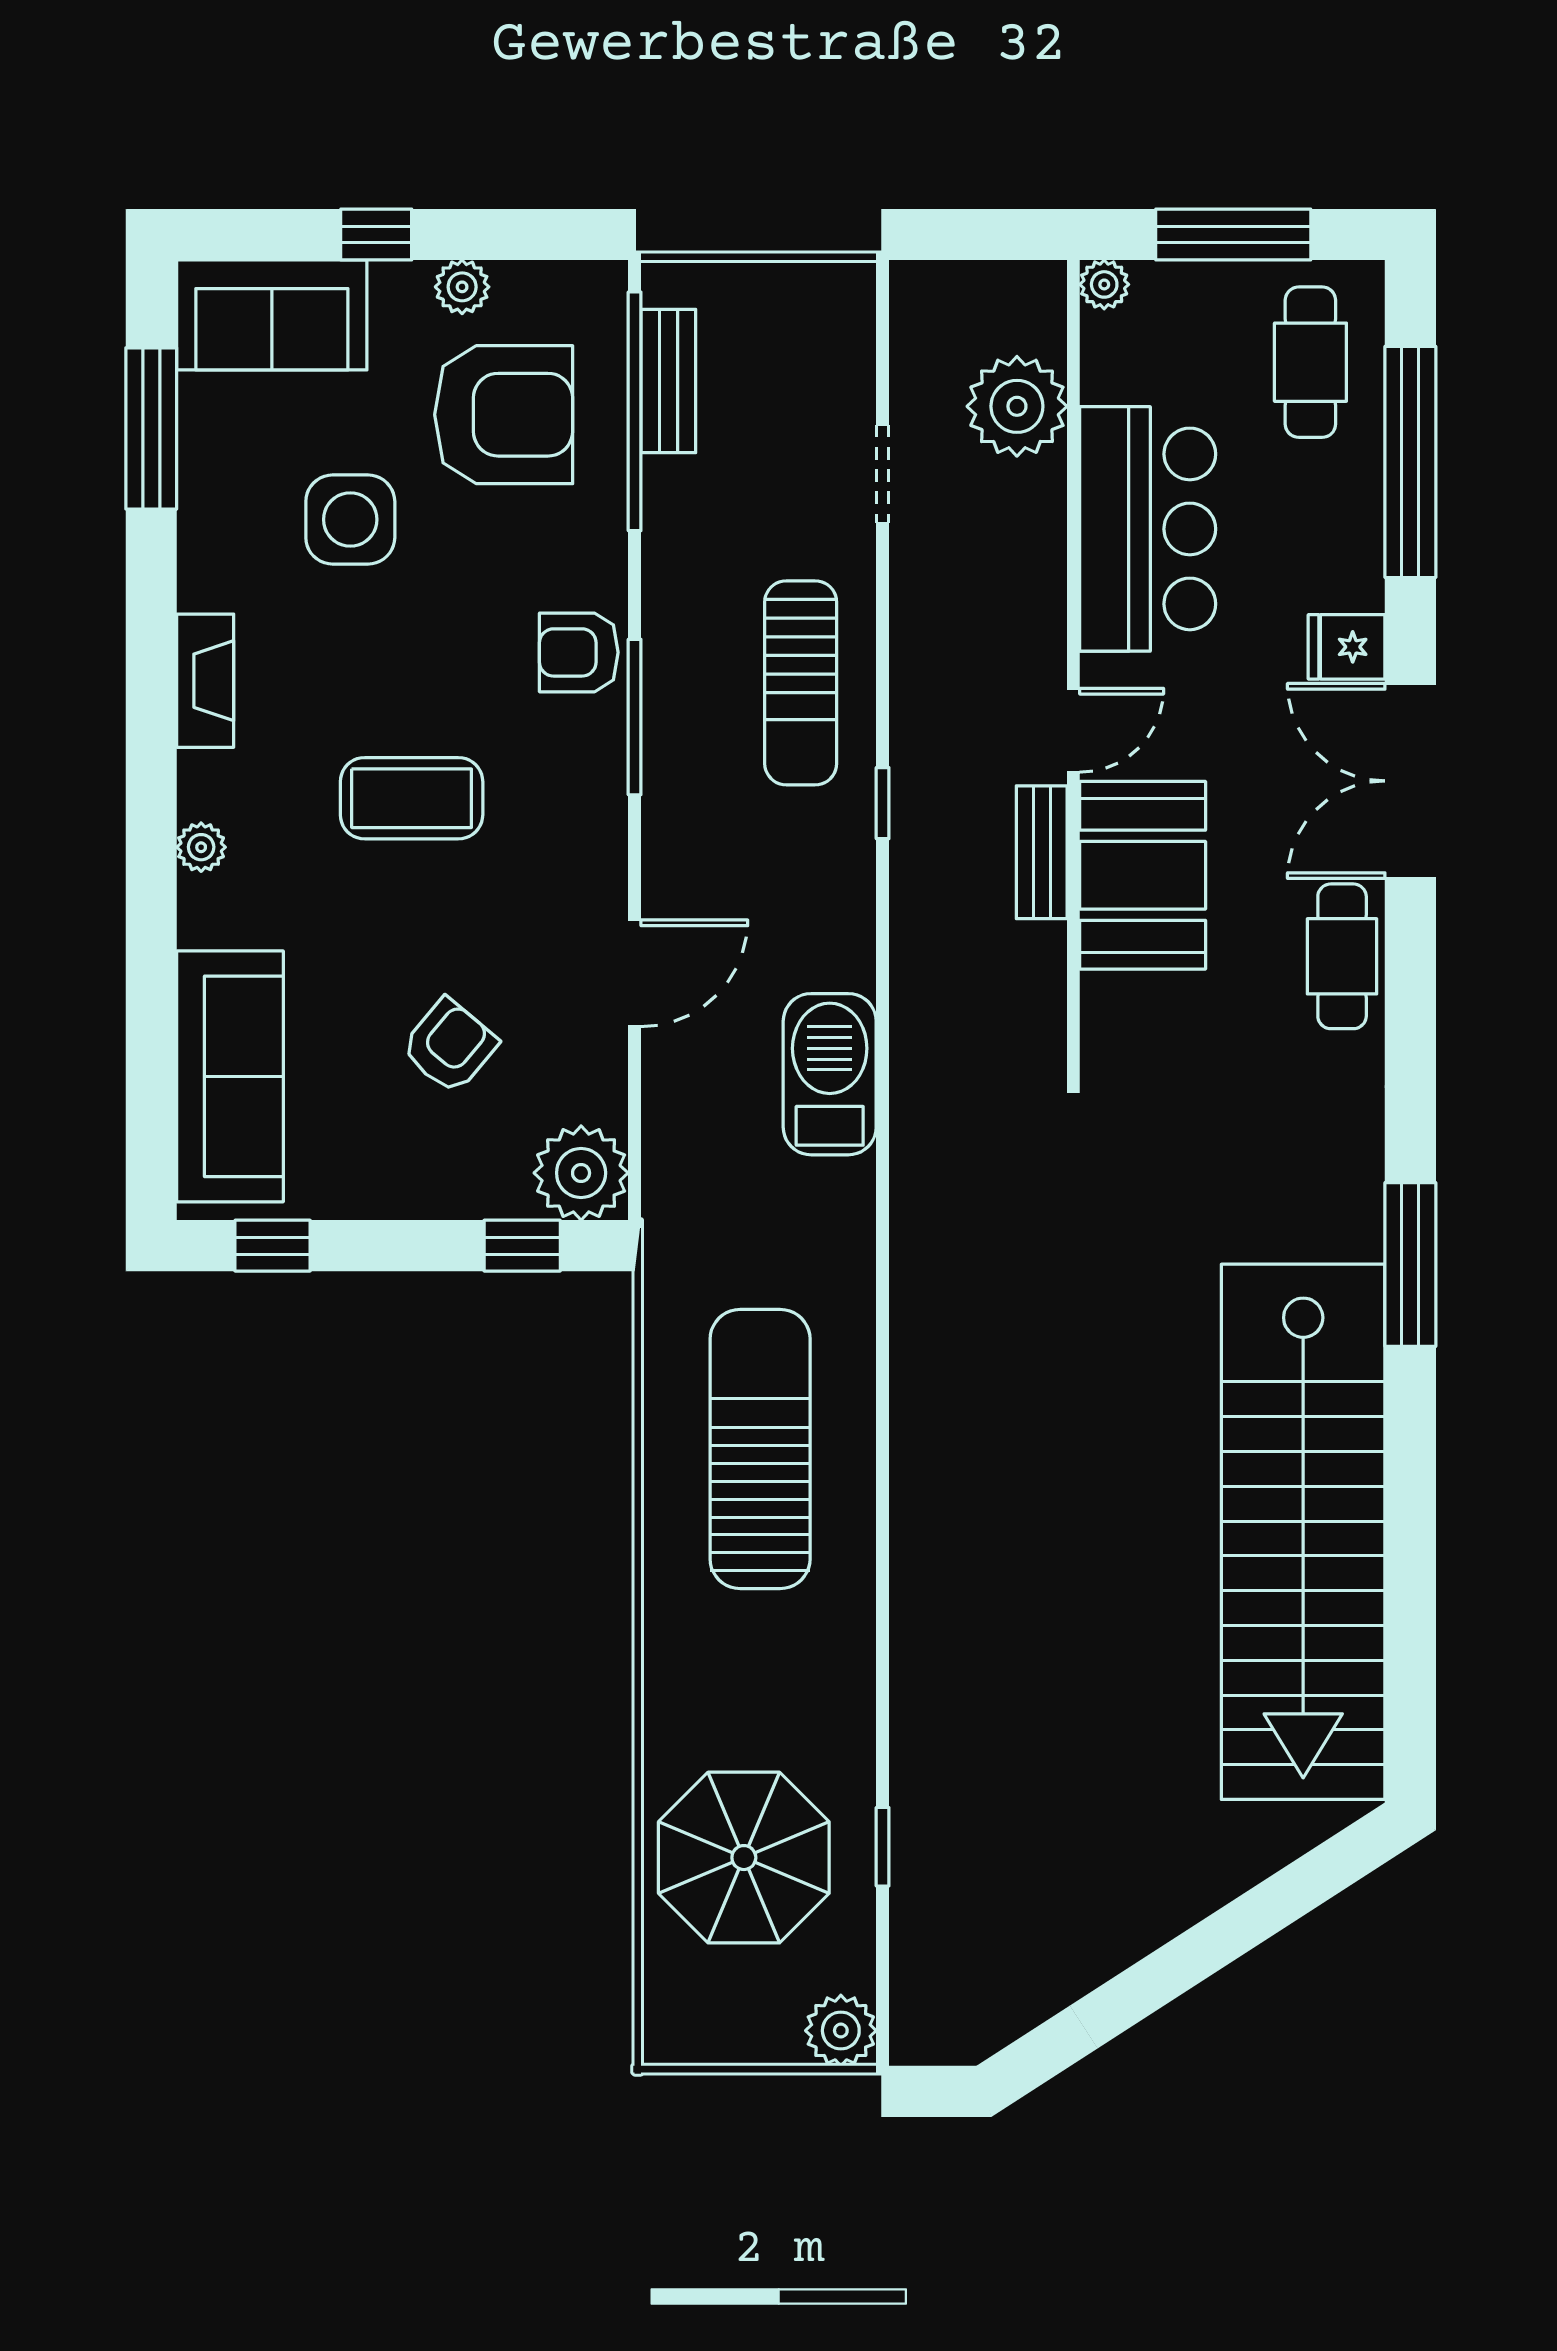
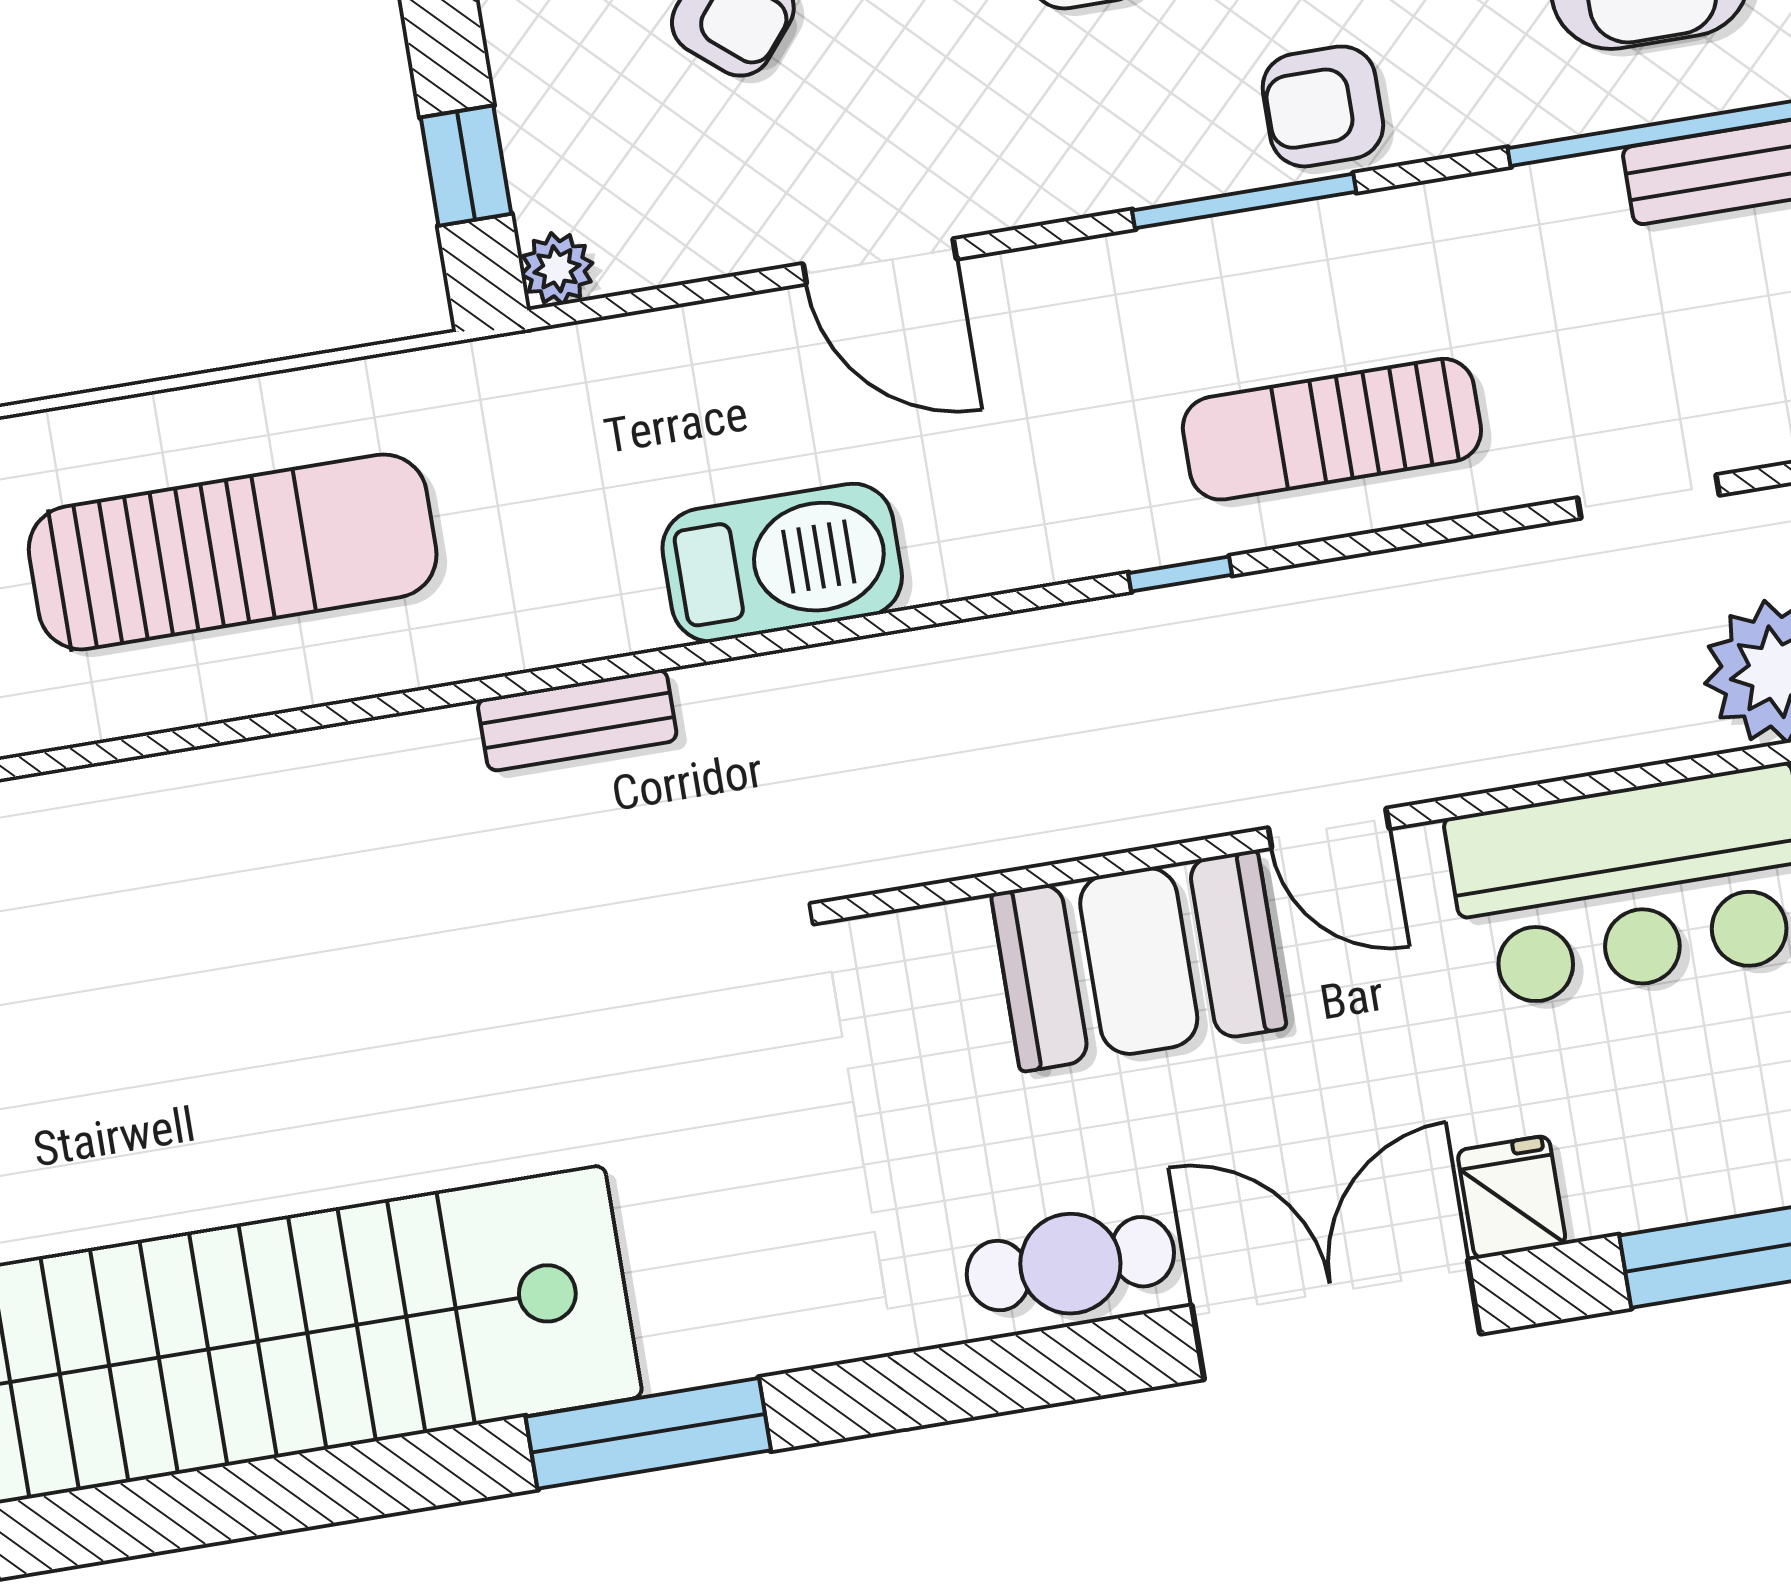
armchair: (579, 652) -> (1323, 106), turned -90
bench: (1042, 852) -> (577, 720), moved
plant: (581, 1173) -> (557, 269), width x0.53, depth x0.53

